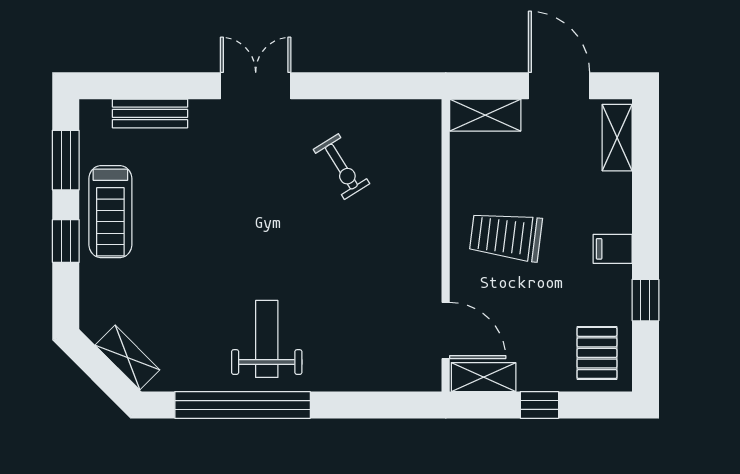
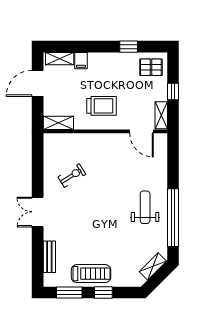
shelving: (485, 115) -> (58, 123), moved, turned 90
trolley: (506, 236) -> (101, 106), turned -97
filing cabinet: (613, 249) -> (81, 61), moved
door: (446, 330) -> (141, 131), swing flipped
weight bench: (267, 339) -> (145, 207), turned 90

